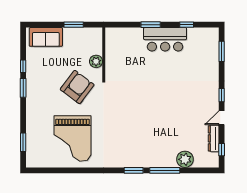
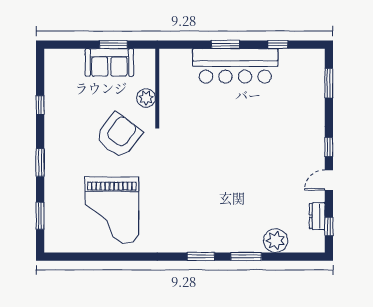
sofa: (46, 37) -> (109, 62), moved
bar counter: (165, 39) -> (235, 66), width x1.36
window: (23, 88) -> (40, 163), moved
dresser: (214, 138) -> (317, 216), width x0.70
window: (165, 170) -> (246, 257), width x0.69

